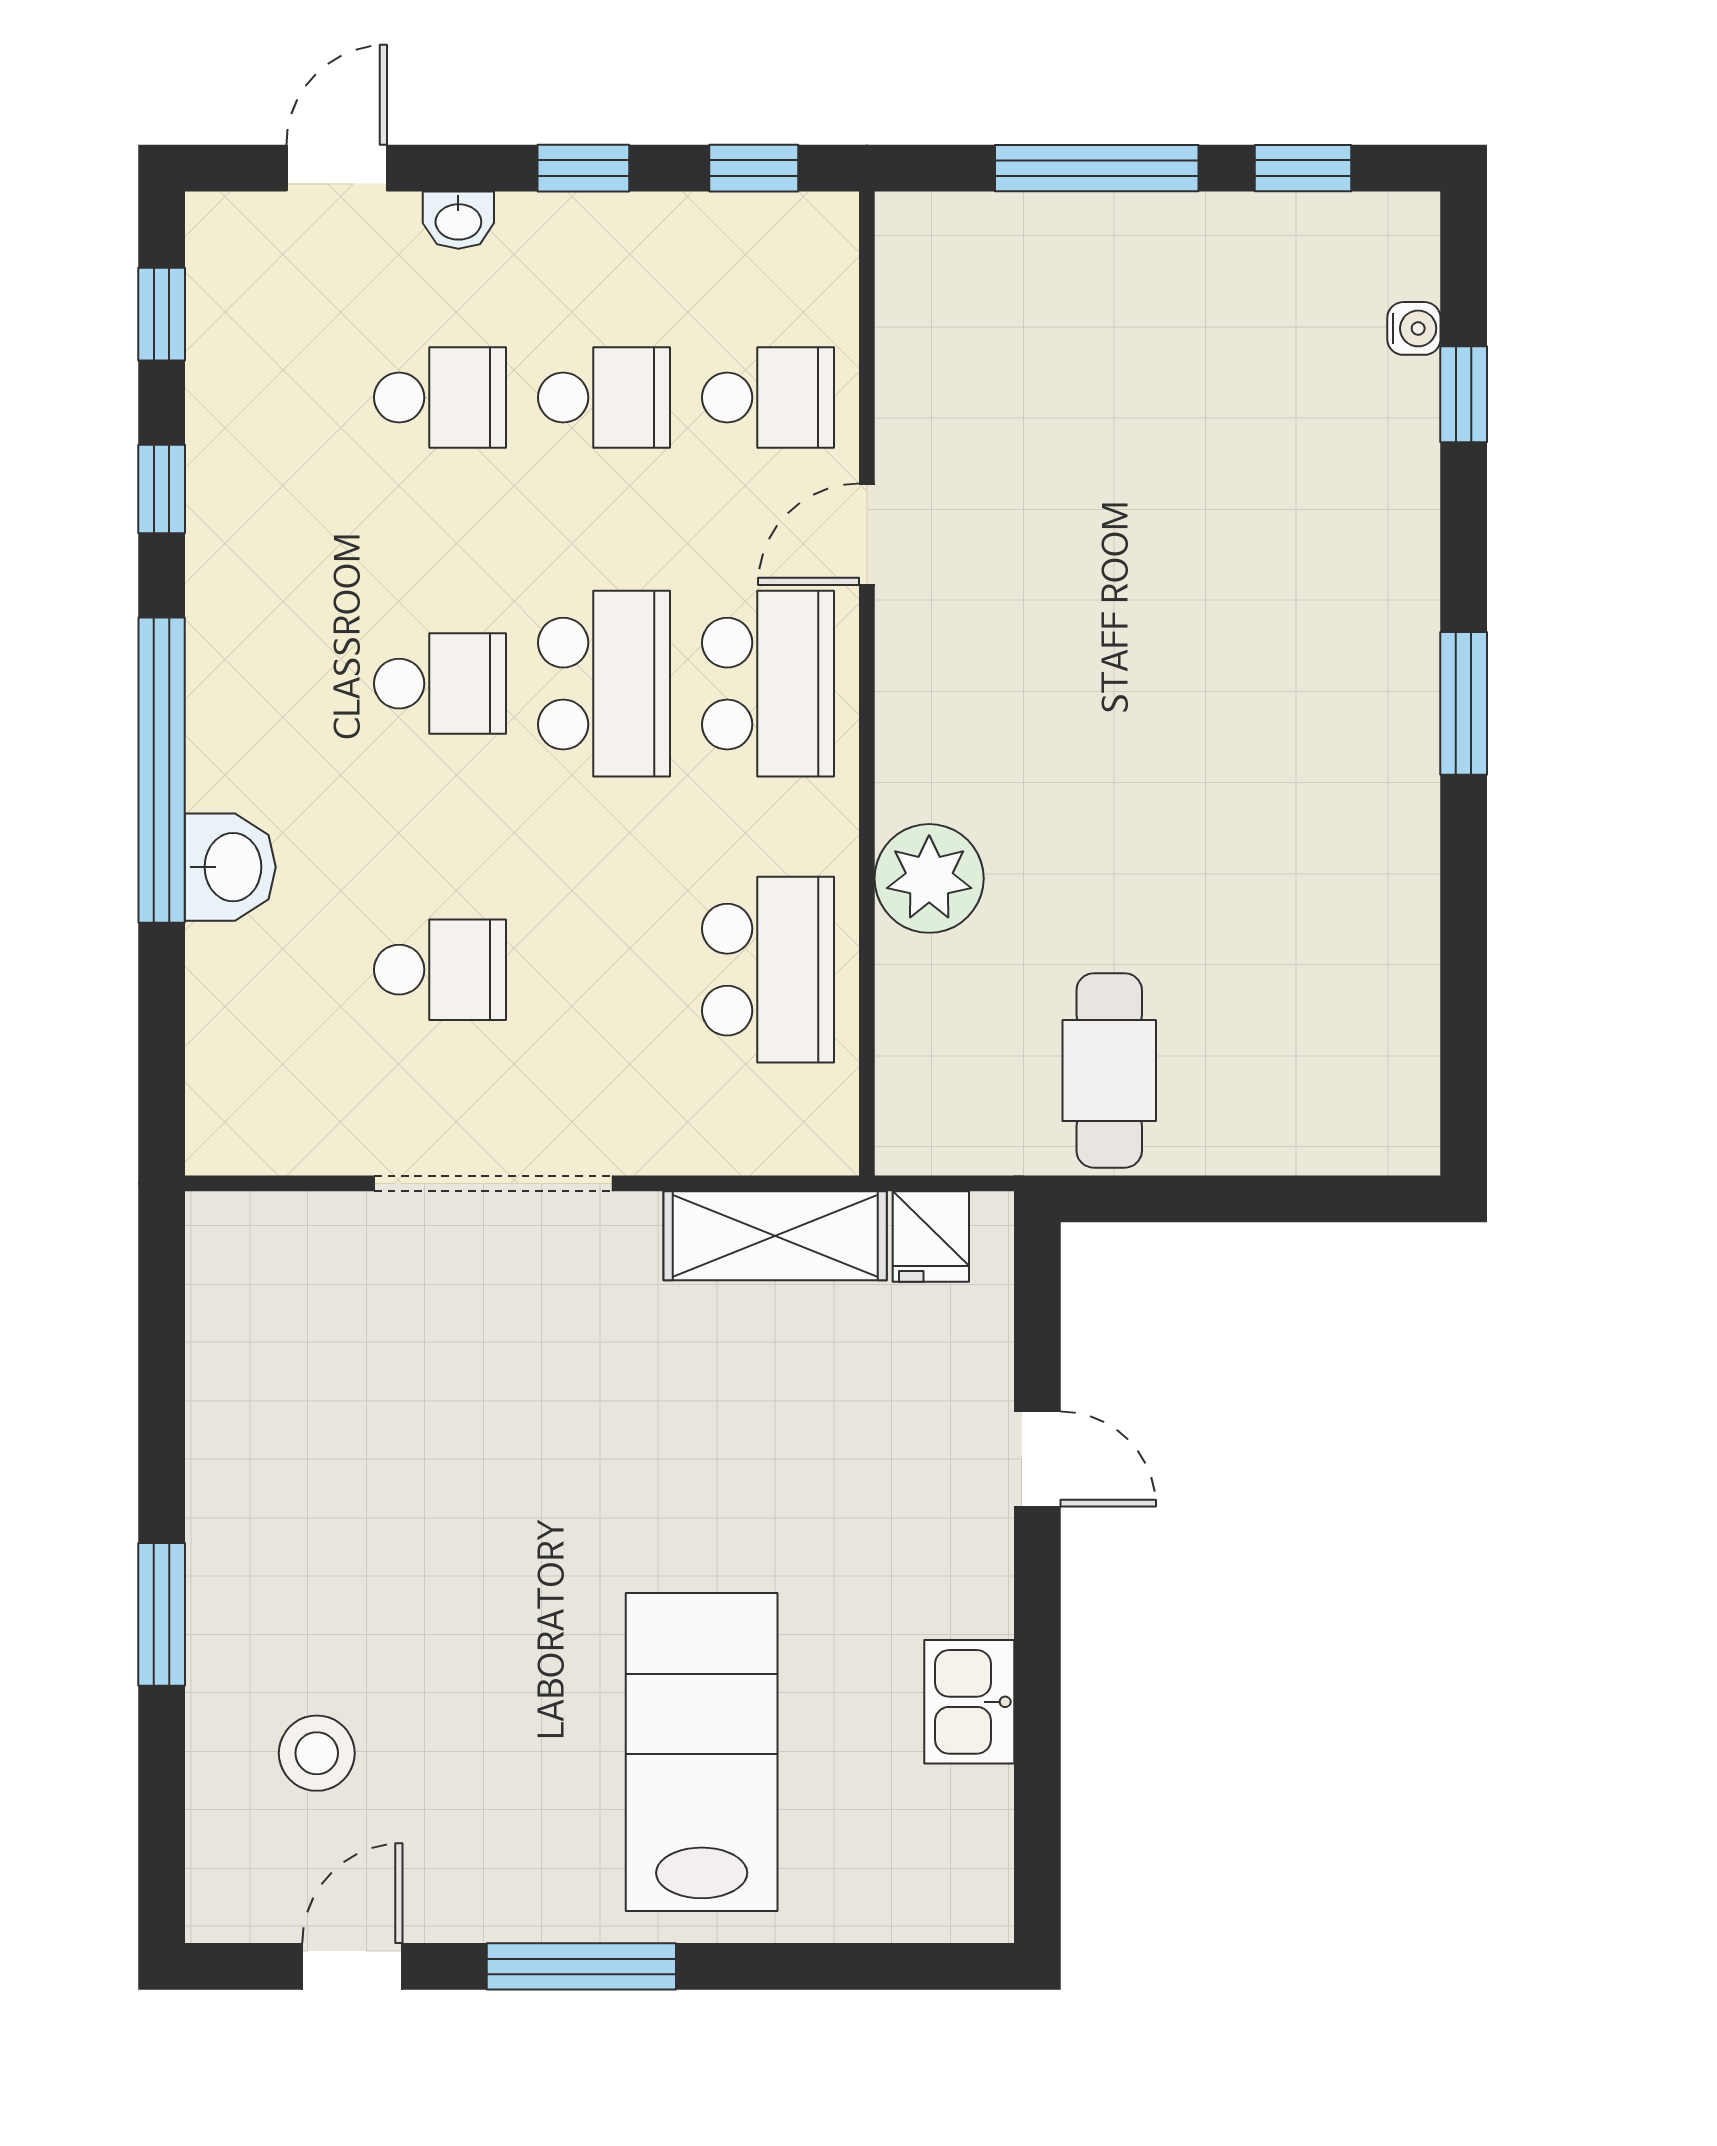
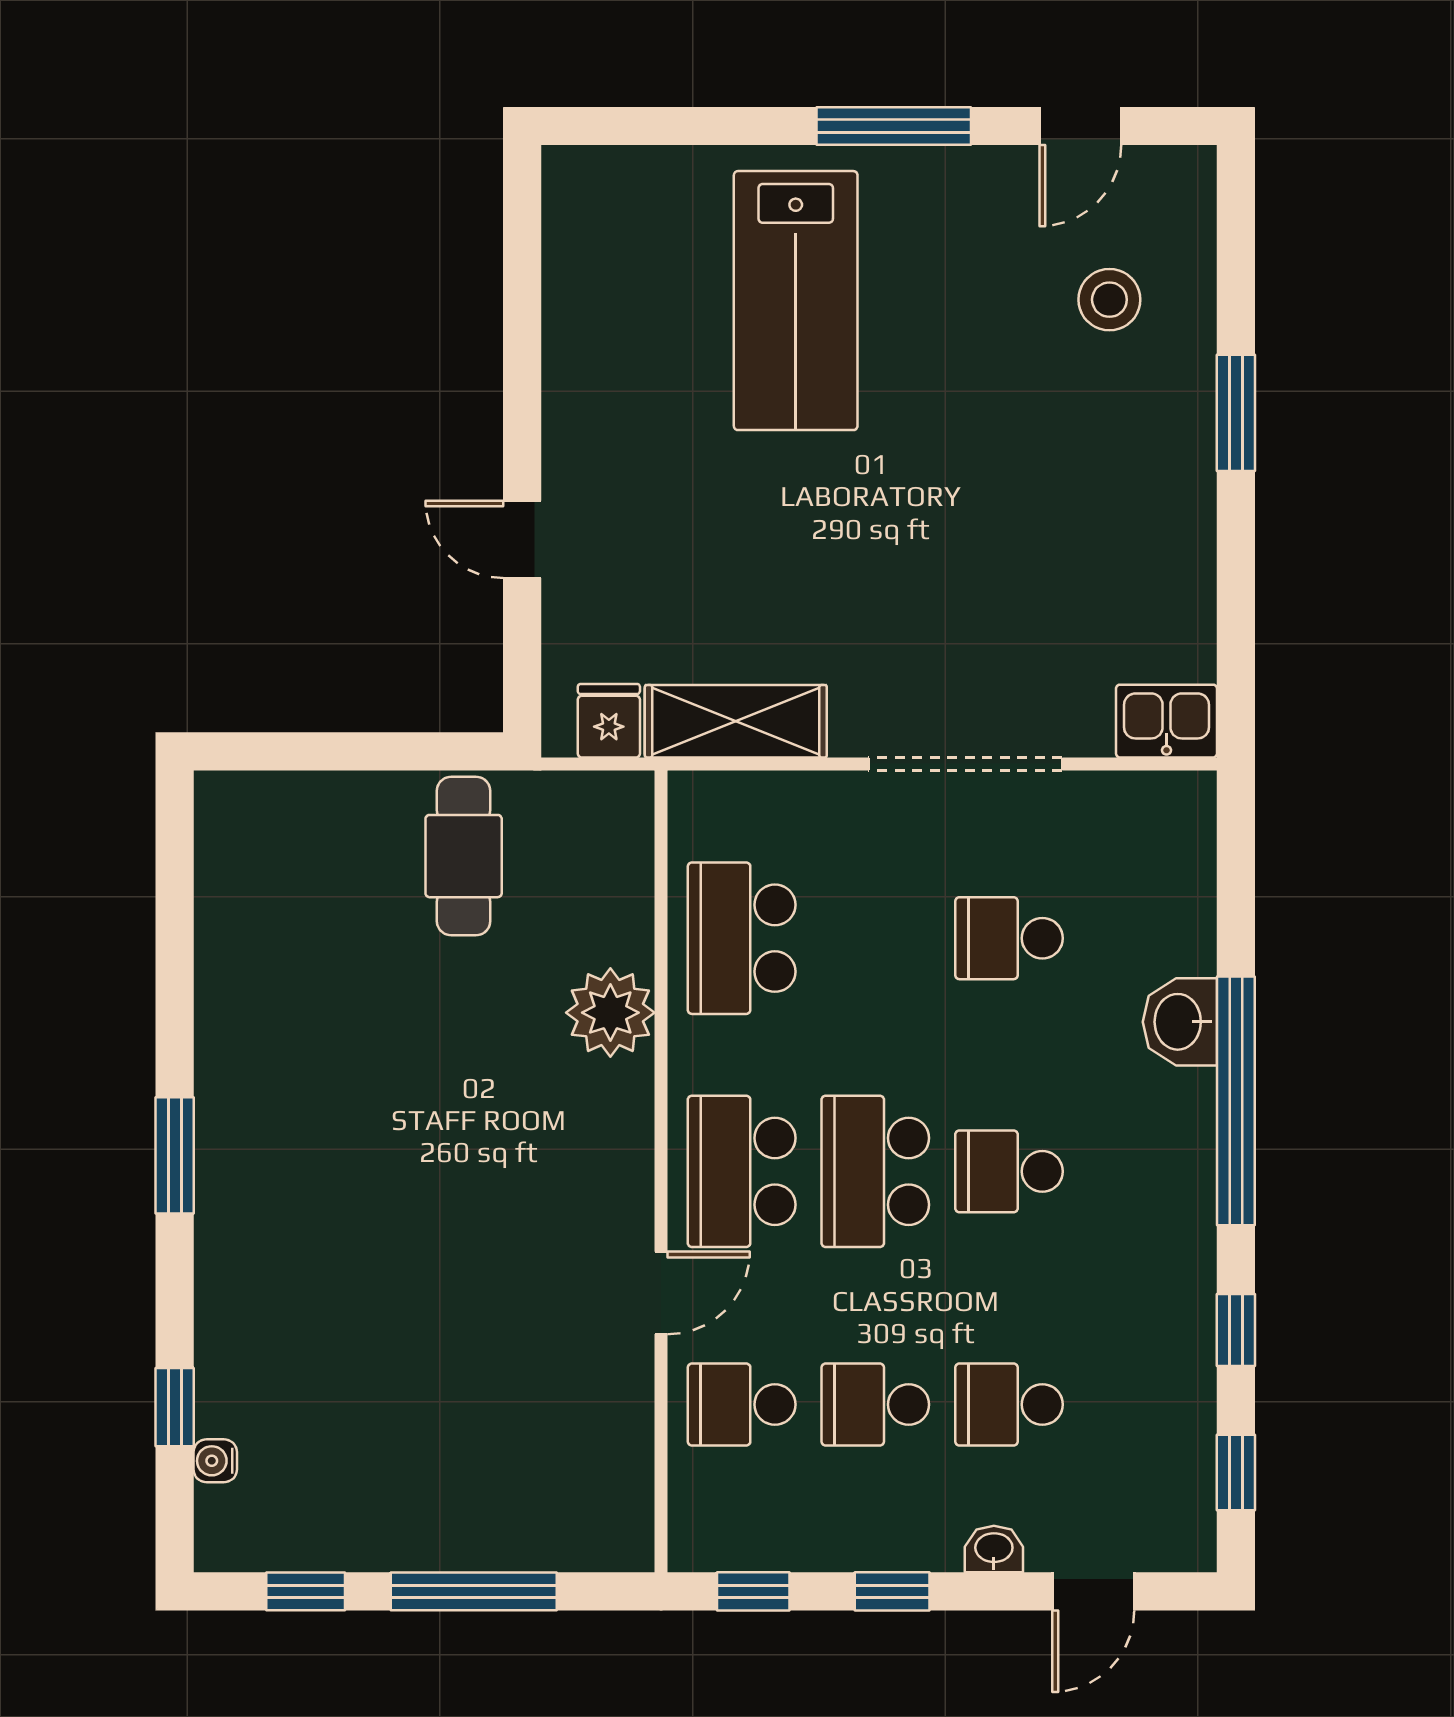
kitchen sink: (969, 1702) -> (1166, 721), moved, turned -90

